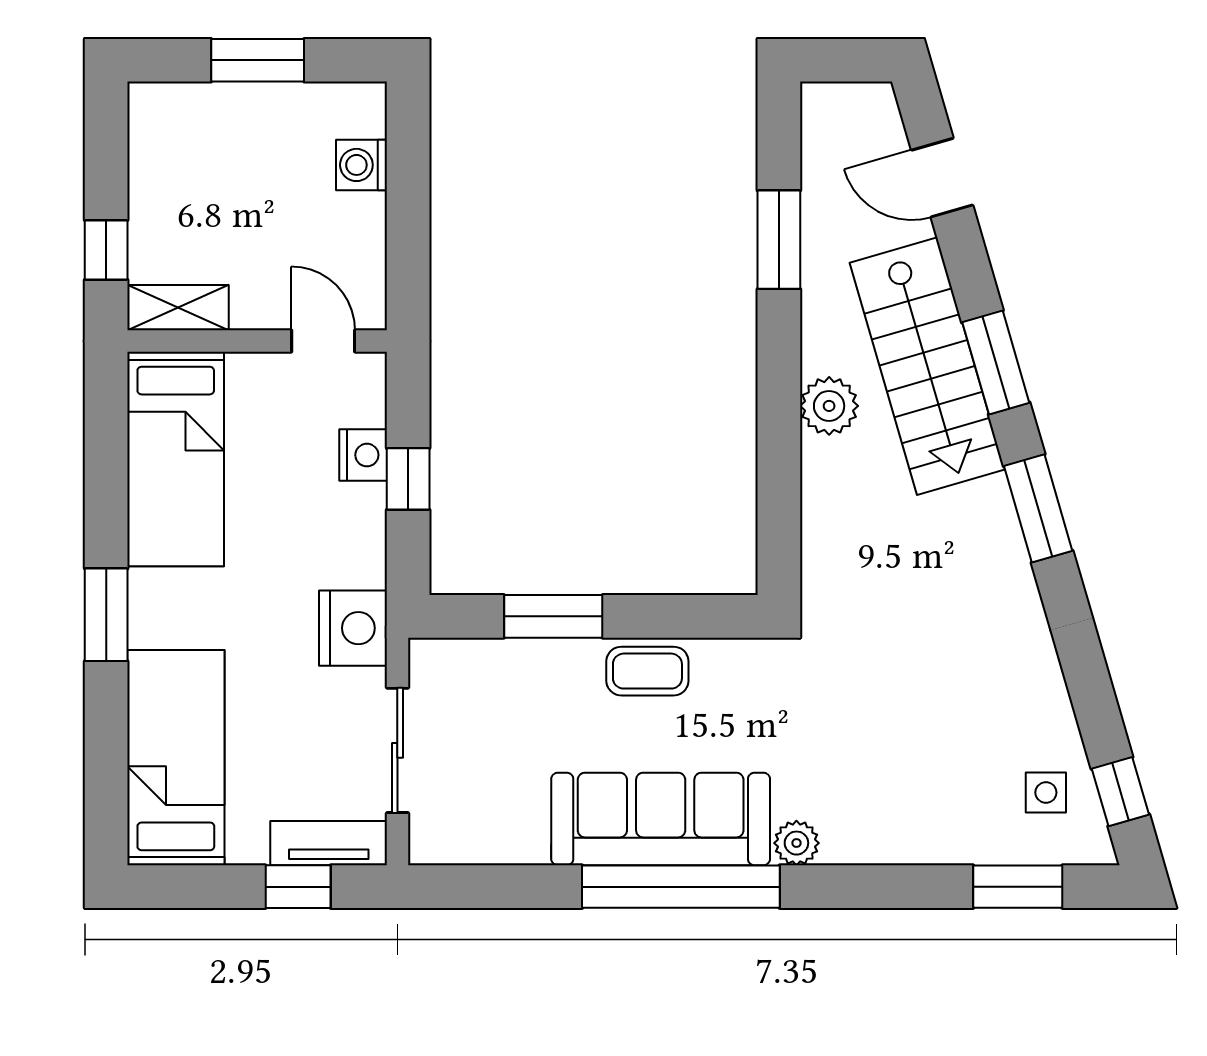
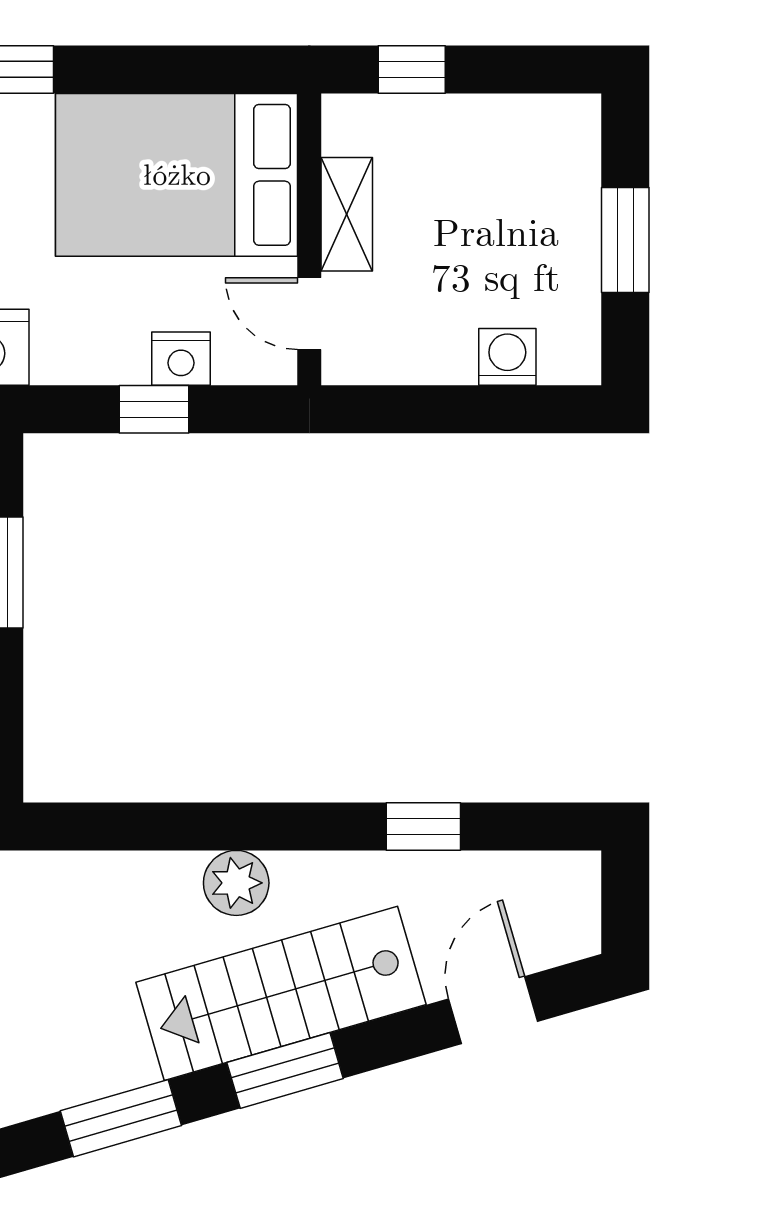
window: (779, 240) -> (423, 826), width x0.67
shelving: (178, 308) -> (347, 214), moved
door: (323, 341) -> (309, 314), swing flipped
bed: (176, 459) -> (177, 175), width x1.50

